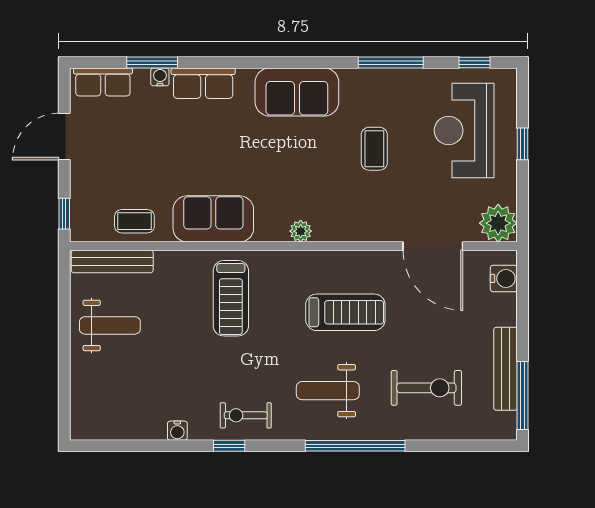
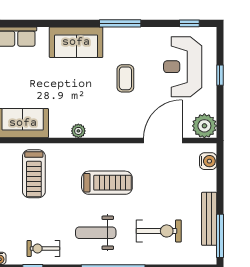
window: (391, 63) -> (120, 23), moved
door: (433, 246) -> (163, 141), swing flipped

